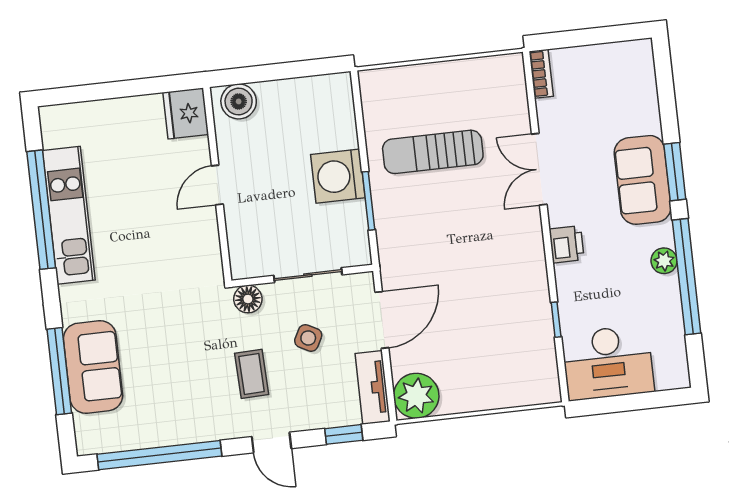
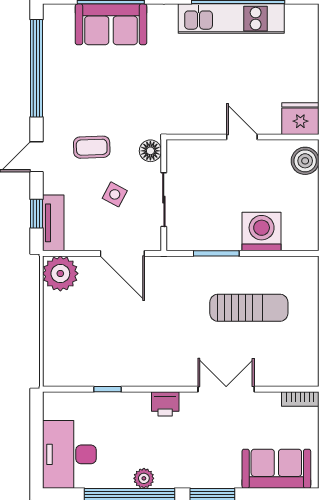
sun lounger: (433, 152) -> (249, 308), turned 90
washing machine: (338, 176) -> (262, 232), moved
sofa: (643, 180) -> (276, 469), moved
desk: (608, 363) -> (69, 454), moved
tv unit: (373, 387) -> (53, 223), moved, turned 90

